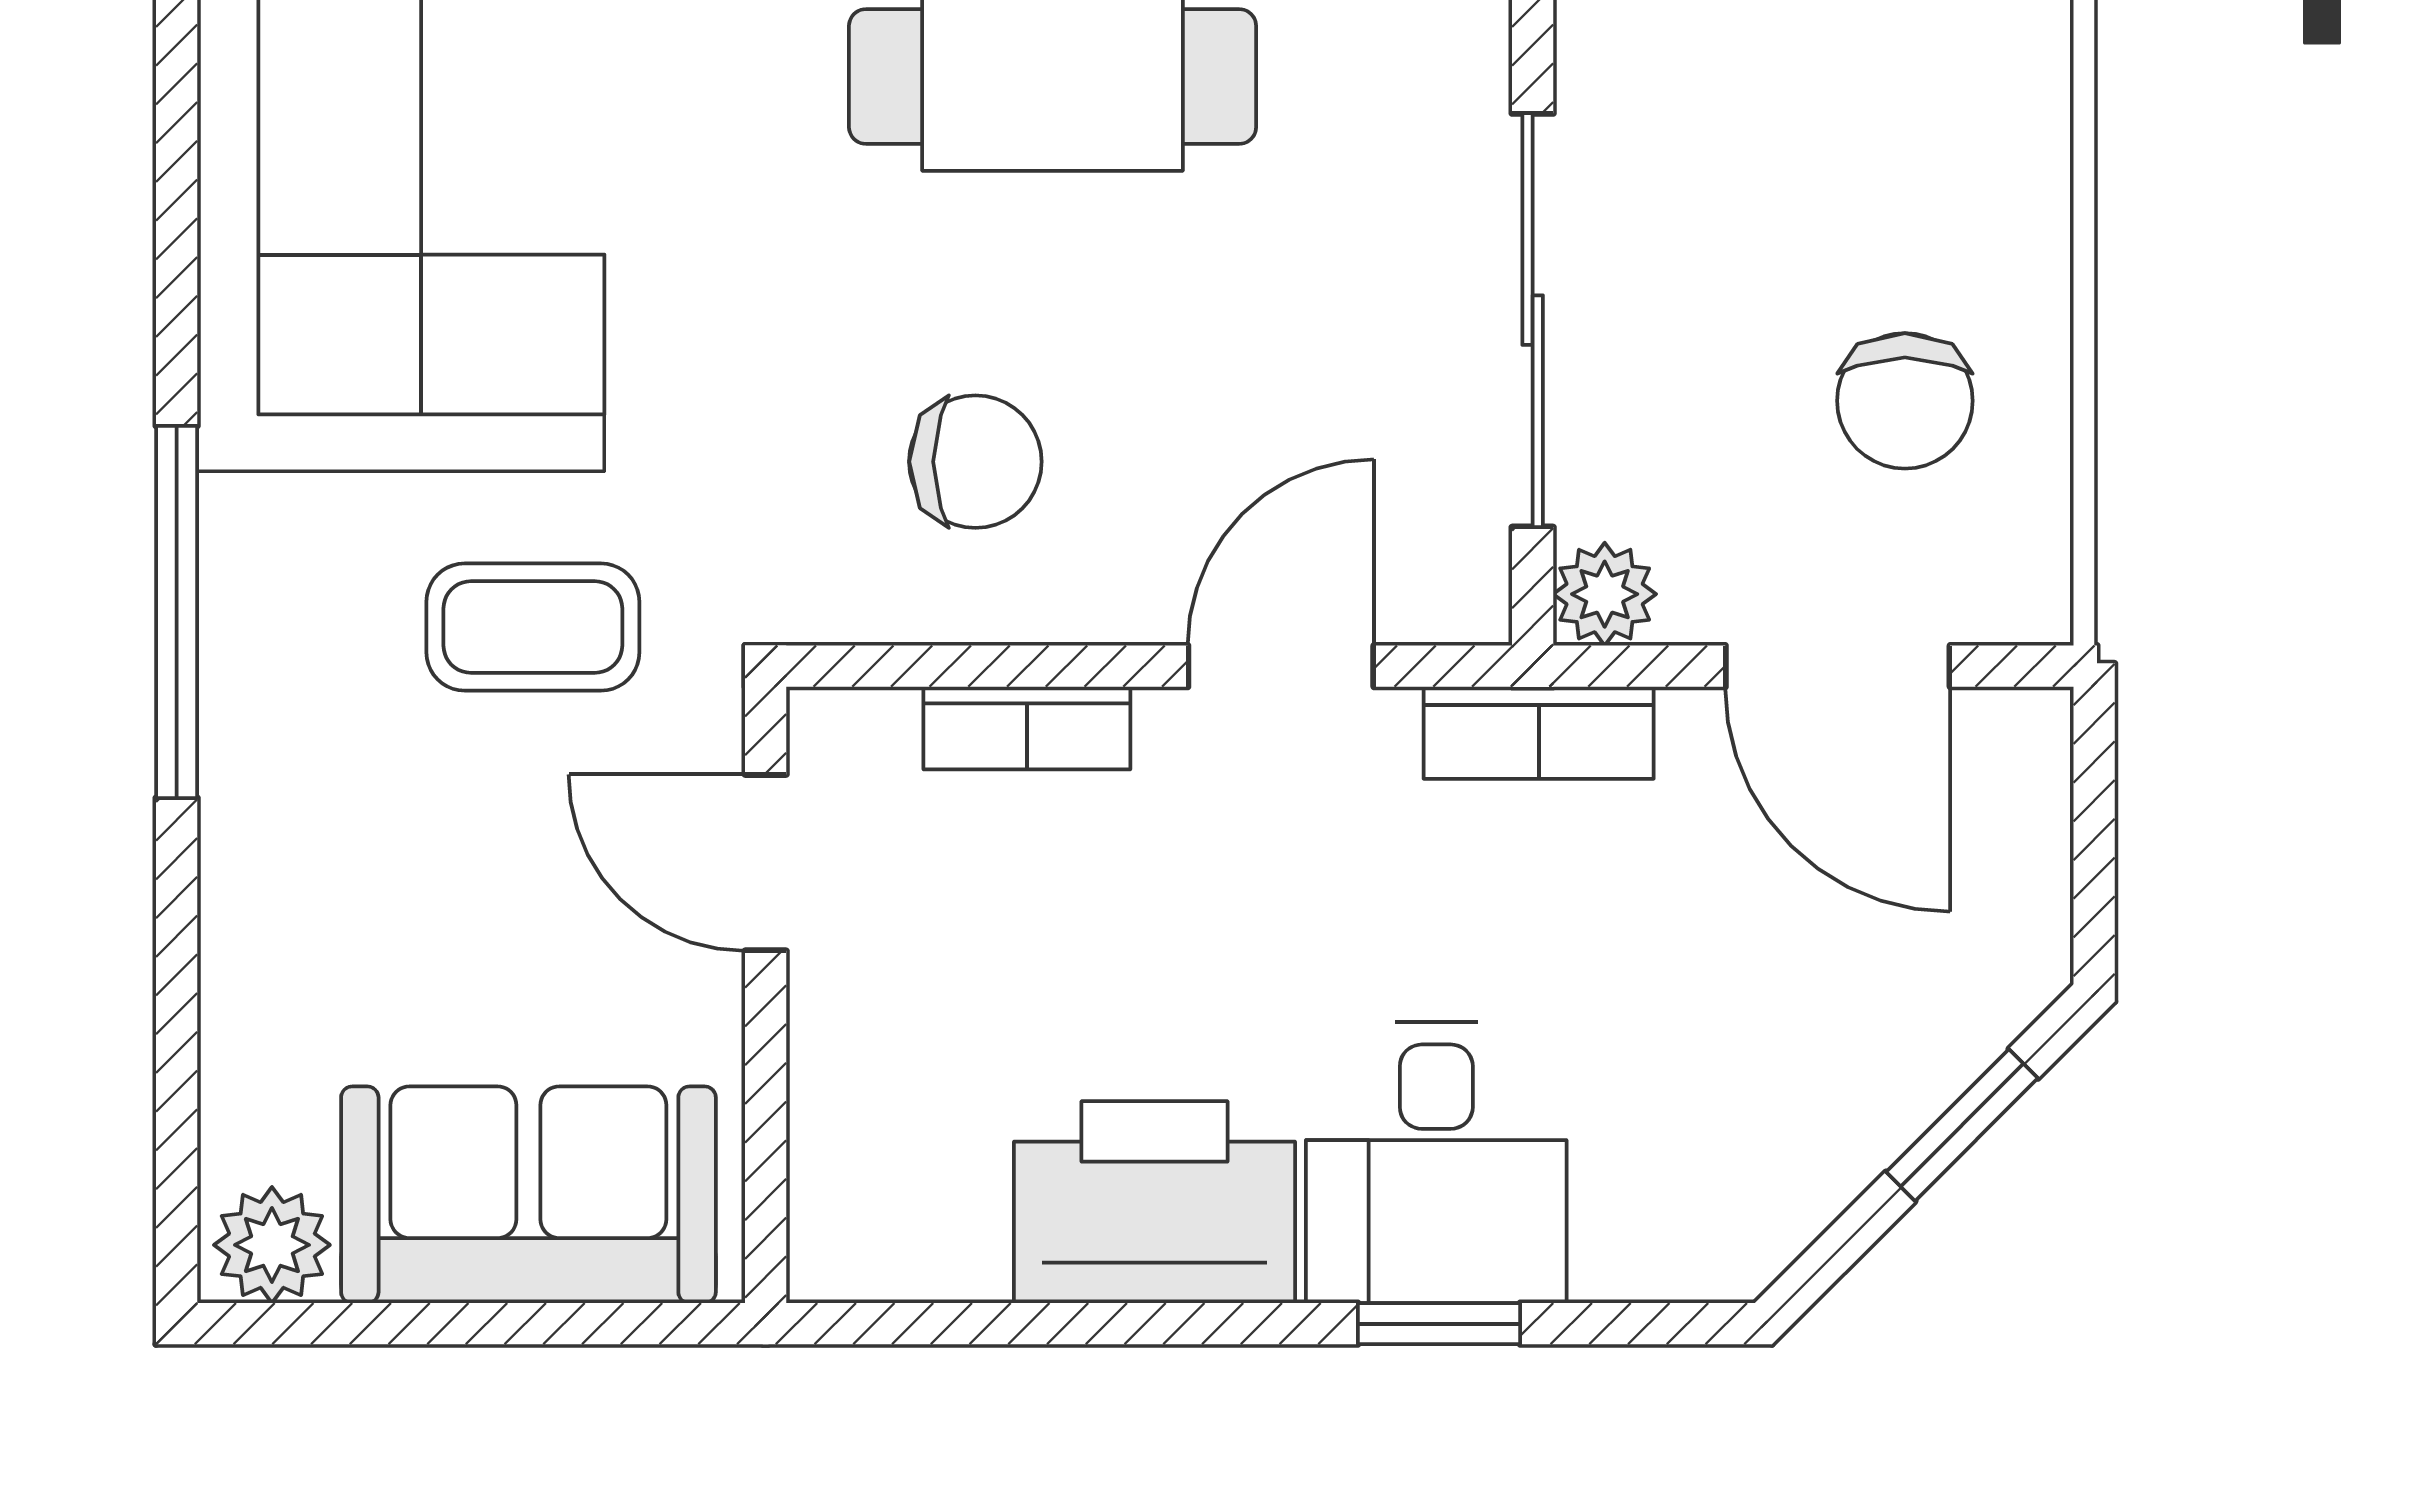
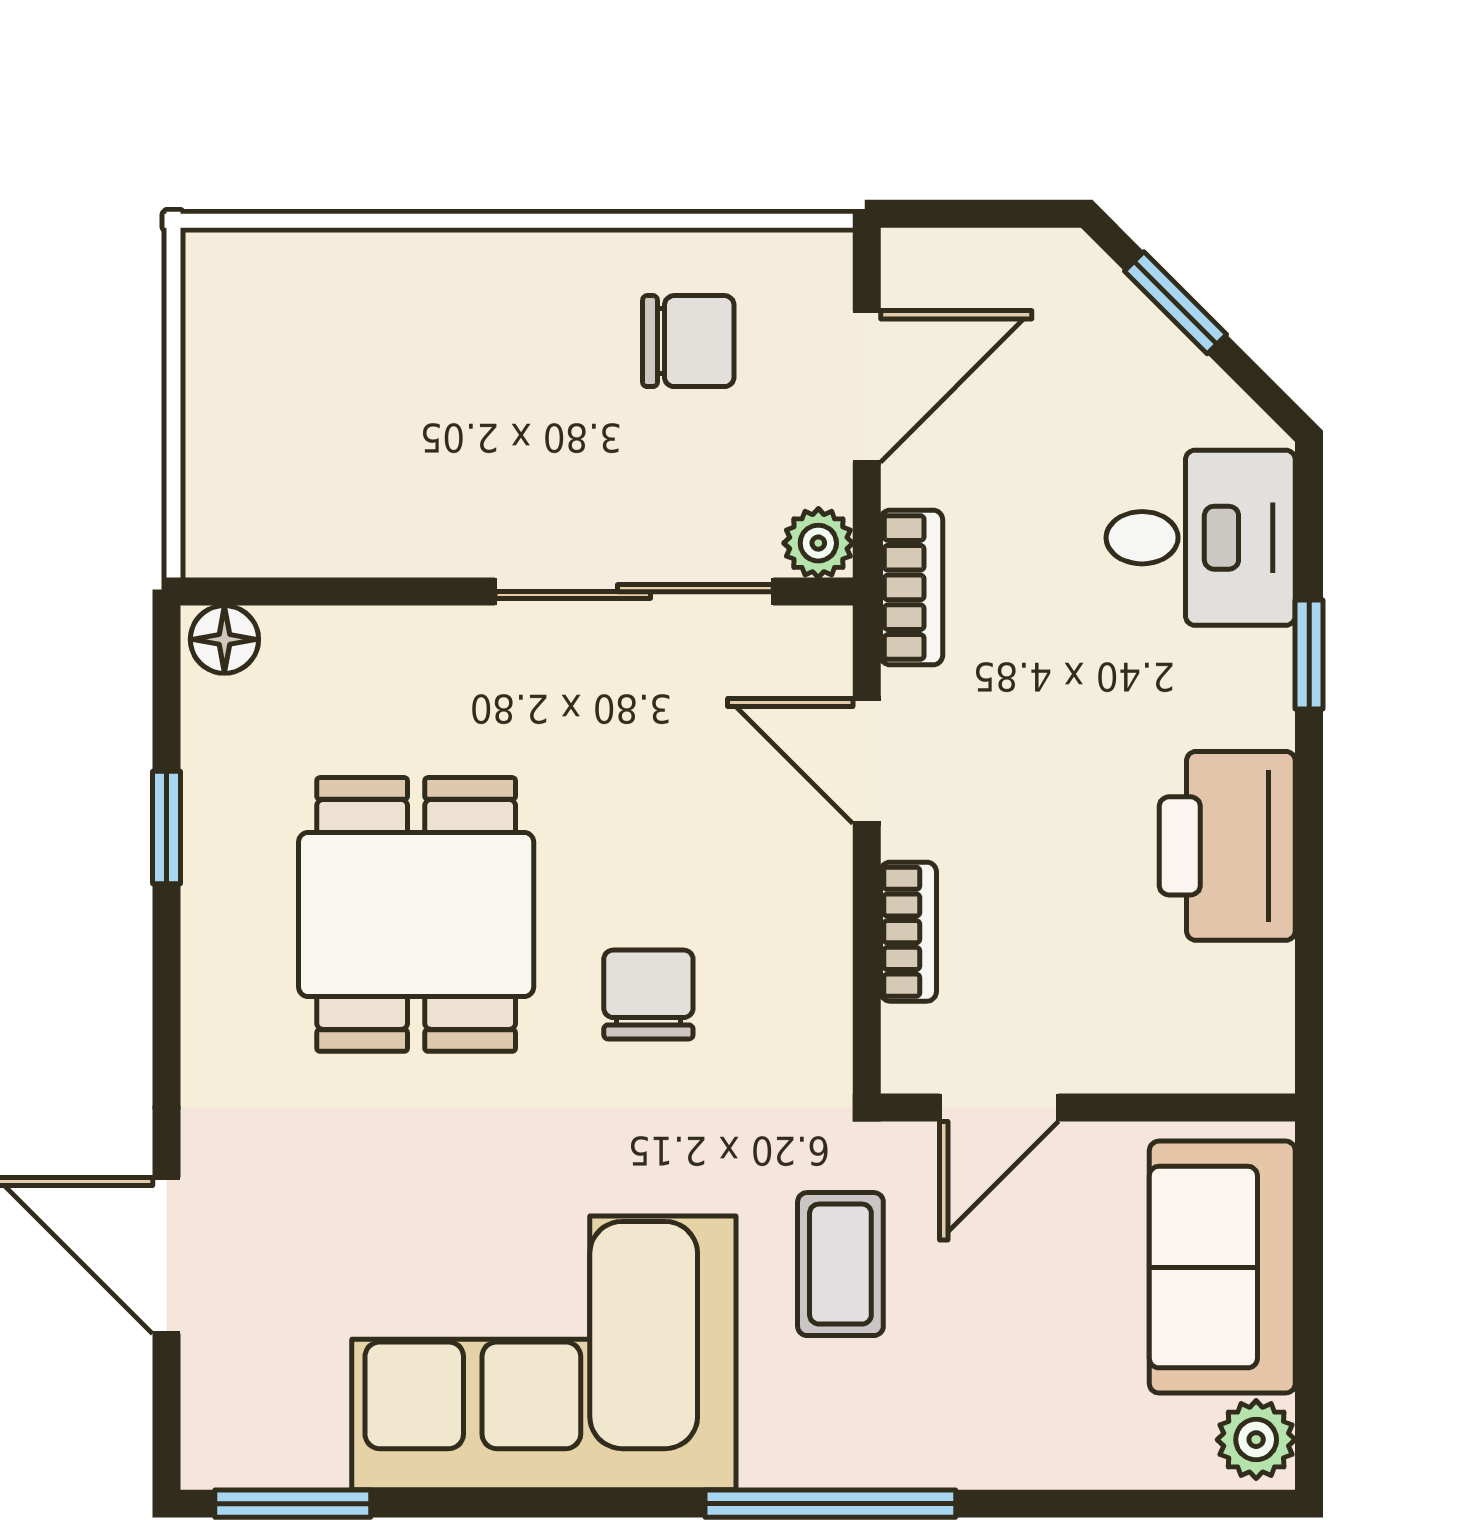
chair: (975, 462) -> (648, 994), moved
desk: (1436, 1163) -> (1201, 538), moved

